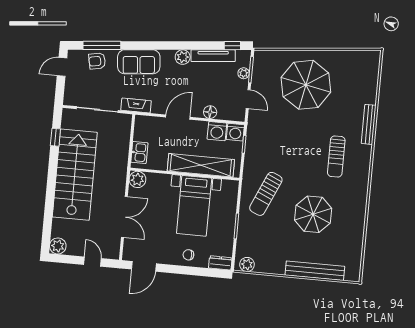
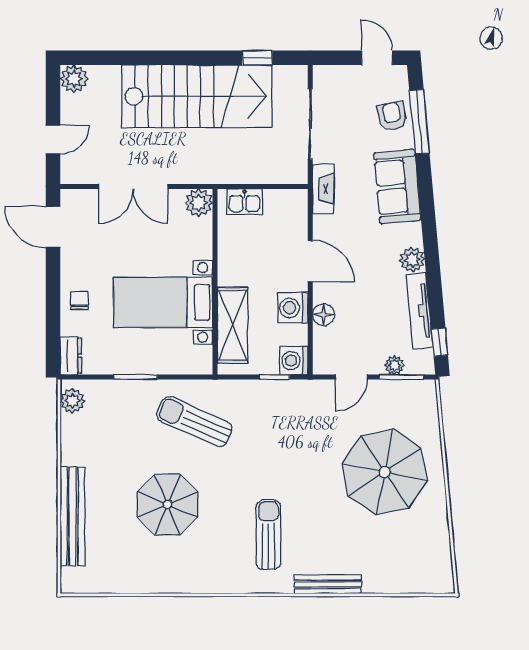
washing machine: (217, 131) -> (293, 308), moved
sun lounger: (336, 157) -> (268, 535), turned 90
shelving: (201, 165) -> (233, 325), width x0.68

